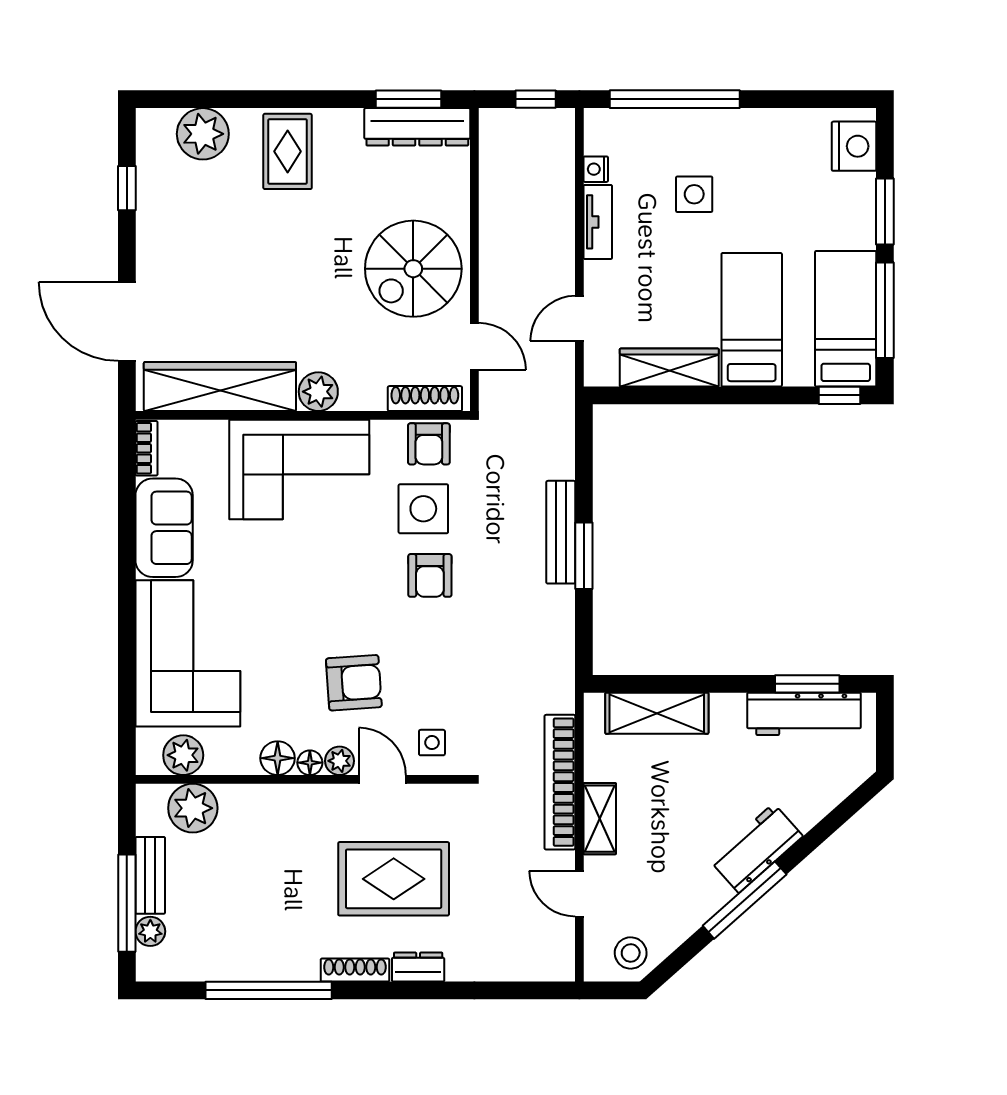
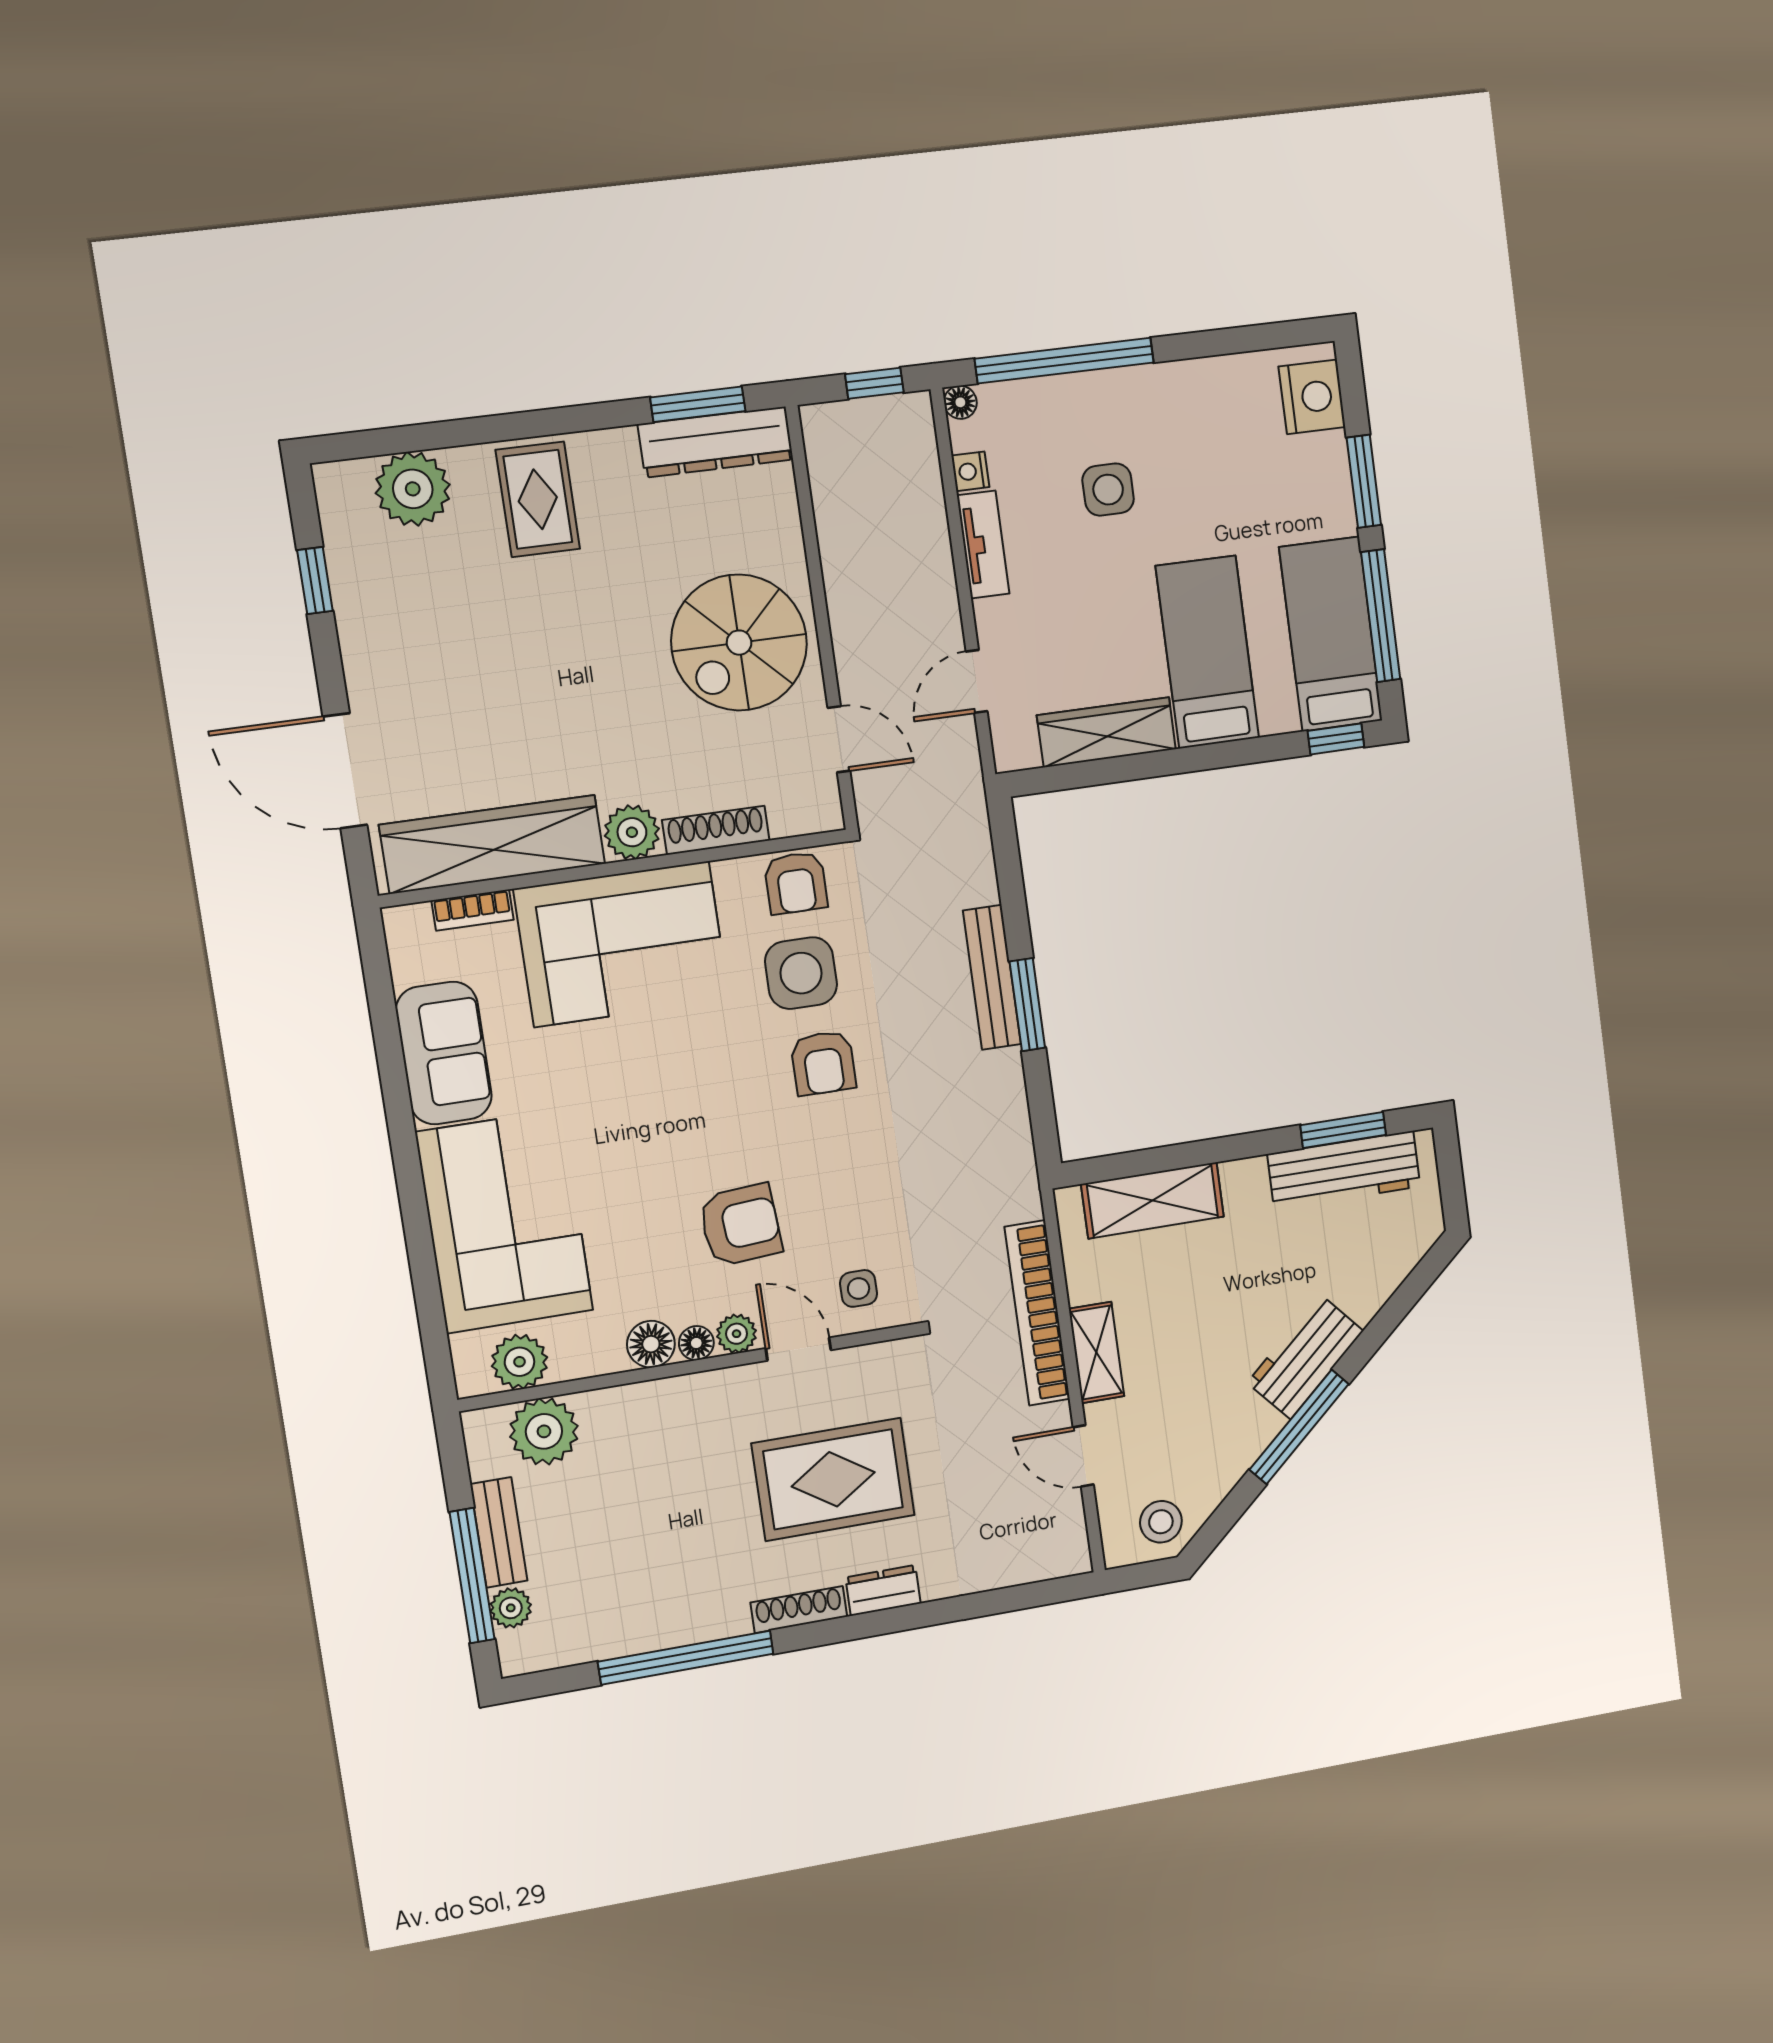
floor lamp: (595, 120) -> (960, 402), added
shoe rack: (425, 399) -> (716, 830), moved
bookcase: (146, 448) -> (473, 910), moved, turned 90

